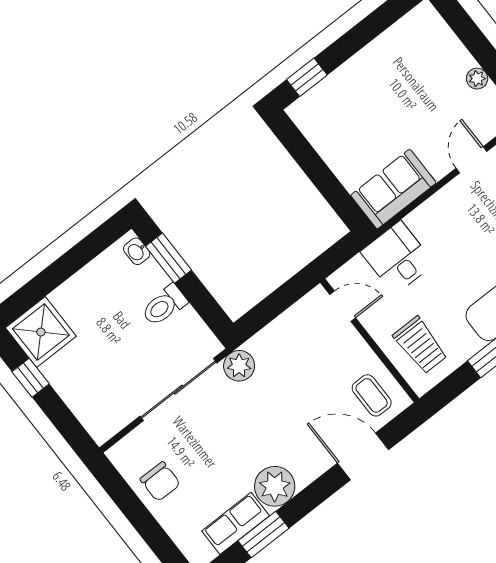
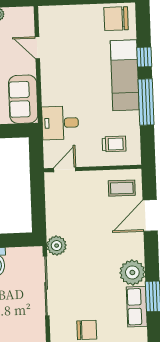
trolley: (420, 345) -> (114, 144), width x0.73, depth x0.72

